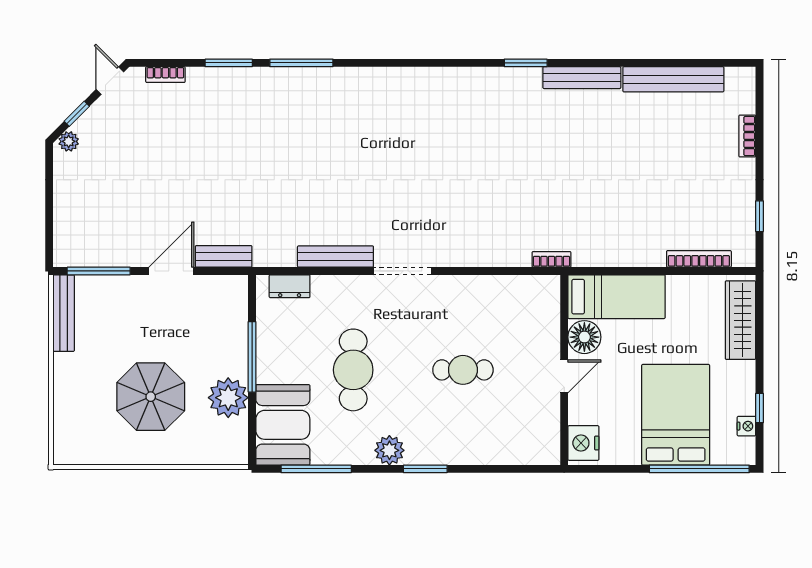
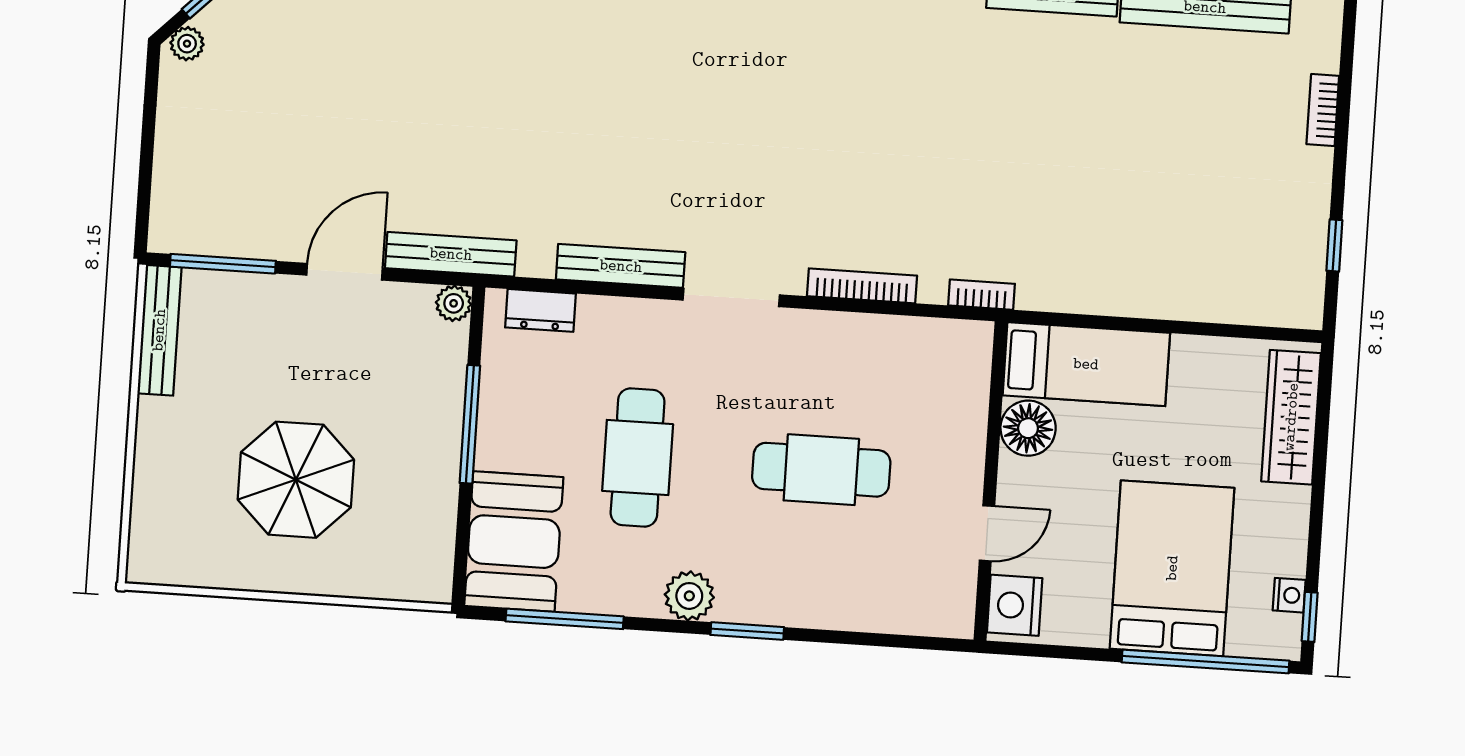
bench: (224, 256) -> (451, 254), width x1.36
bookcase: (699, 259) -> (862, 286), moved
cafe table: (463, 370) -> (821, 470), width x1.37, depth x1.35
door: (564, 376) -> (987, 533), moved
plant: (228, 398) -> (454, 303), moved, width x0.53, depth x0.53
window: (759, 408) -> (1310, 617), moved

